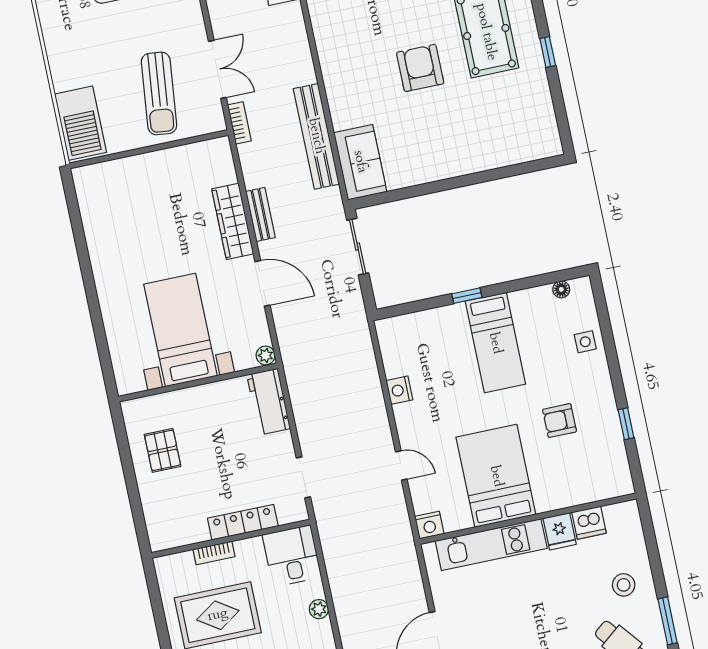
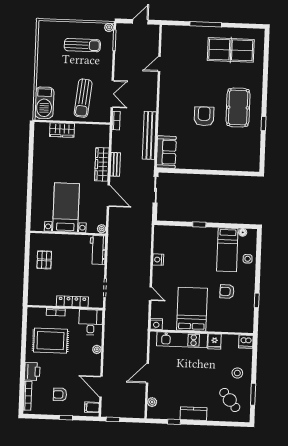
wardrobe: (132, 171) -> (62, 130), added
bed: (495, 343) -> (227, 250), moved
dishwasher: (589, 523) -> (246, 342), moved

